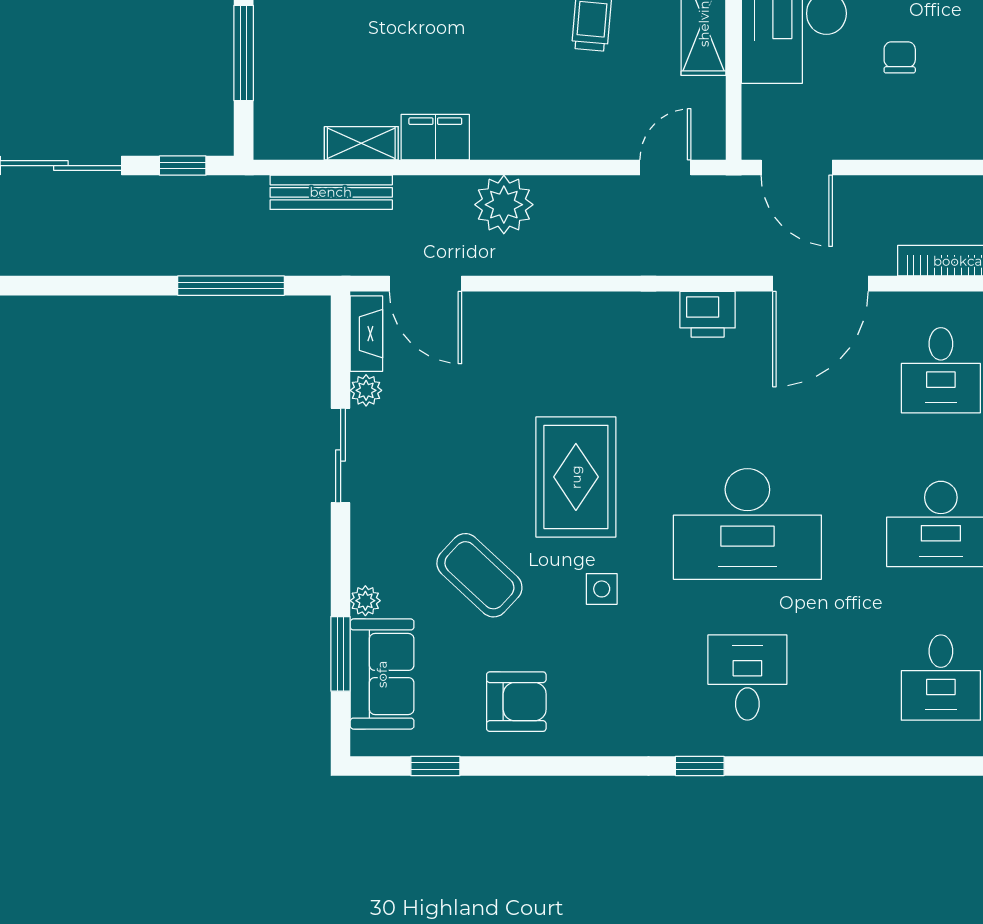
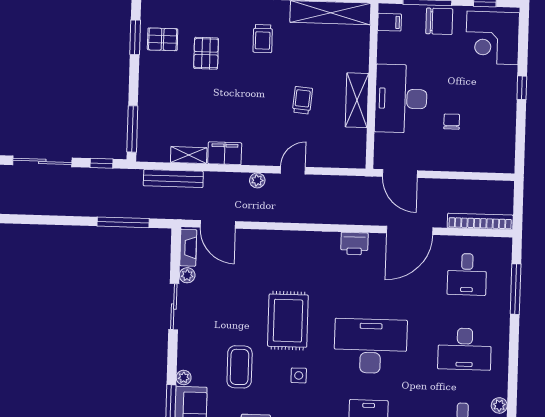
window: (244, 53) -> (132, 129), moved
door: (665, 167) -> (293, 170), moved
plant: (504, 205) -> (257, 180), width x0.53, depth x0.53
desk: (747, 524) -> (371, 346), turned 180
coffee table: (479, 575) -> (240, 367), turned 47

